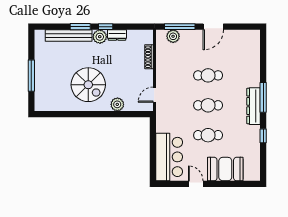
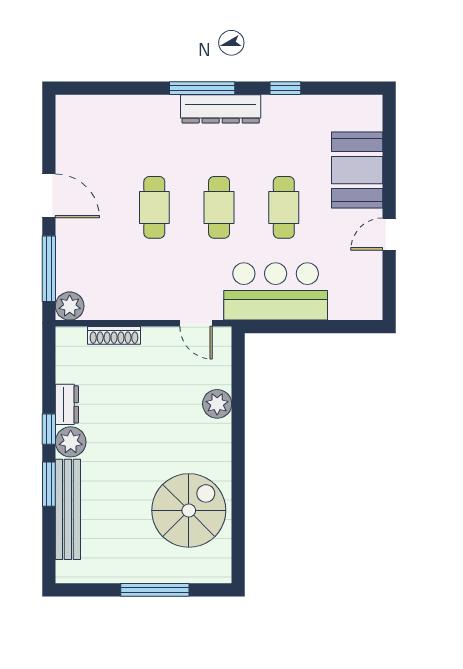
plant: (173, 36) -> (70, 306), moved
spiral stairs: (88, 85) -> (189, 510), moved
bar counter: (169, 157) -> (276, 291), moved

